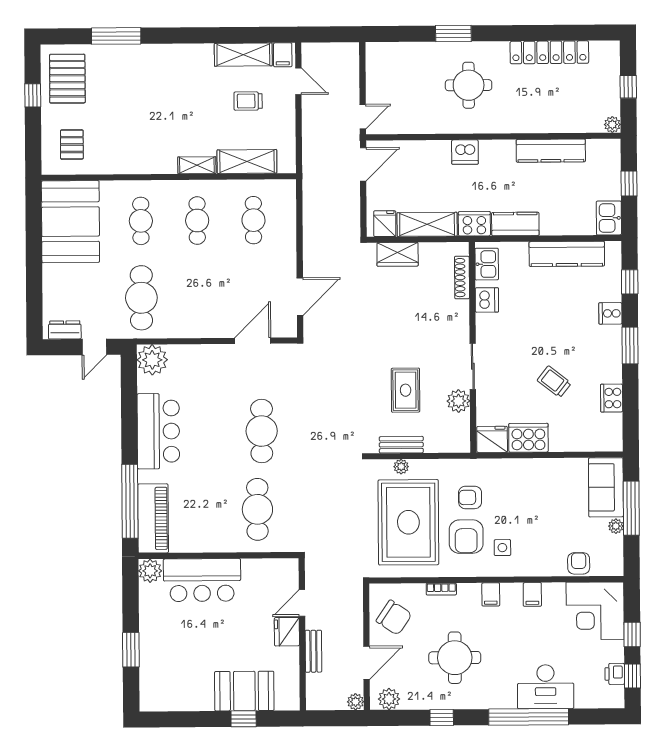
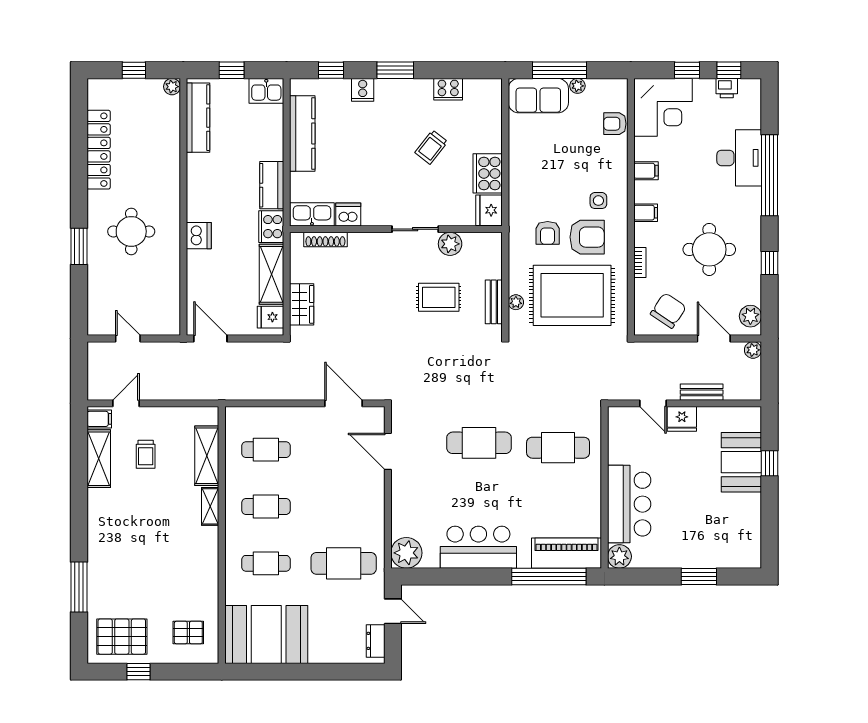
door: (363, 117) -> (128, 338), moved
kitchen counter: (551, 151) -> (198, 118), moved
kitchen sink: (487, 264) -> (312, 214), width x1.38

